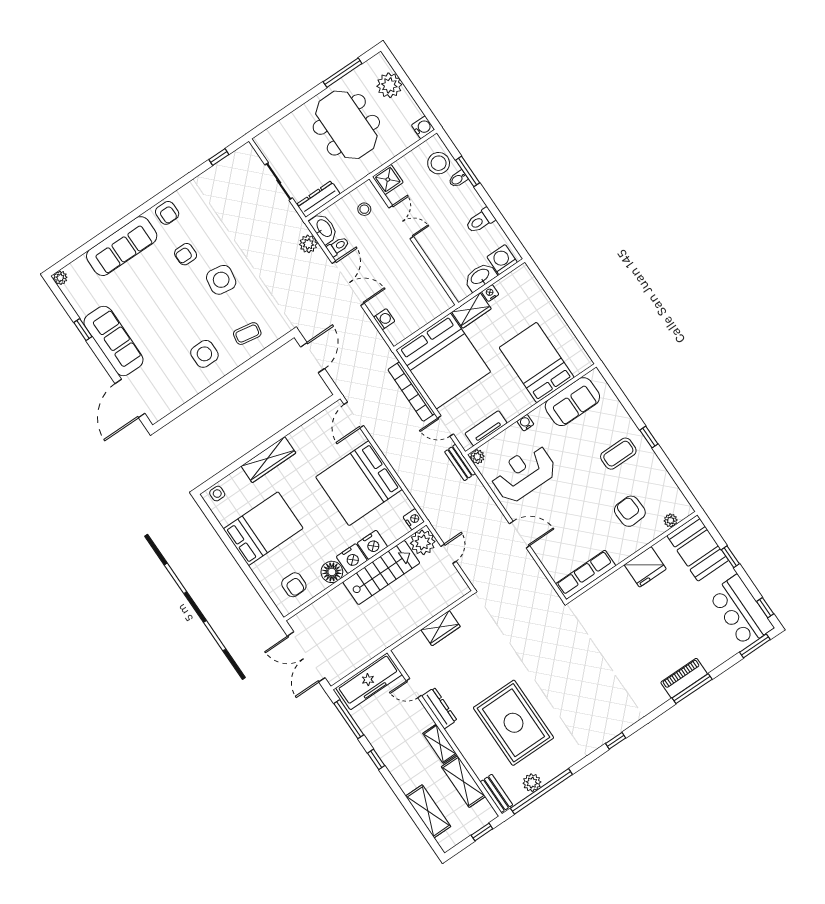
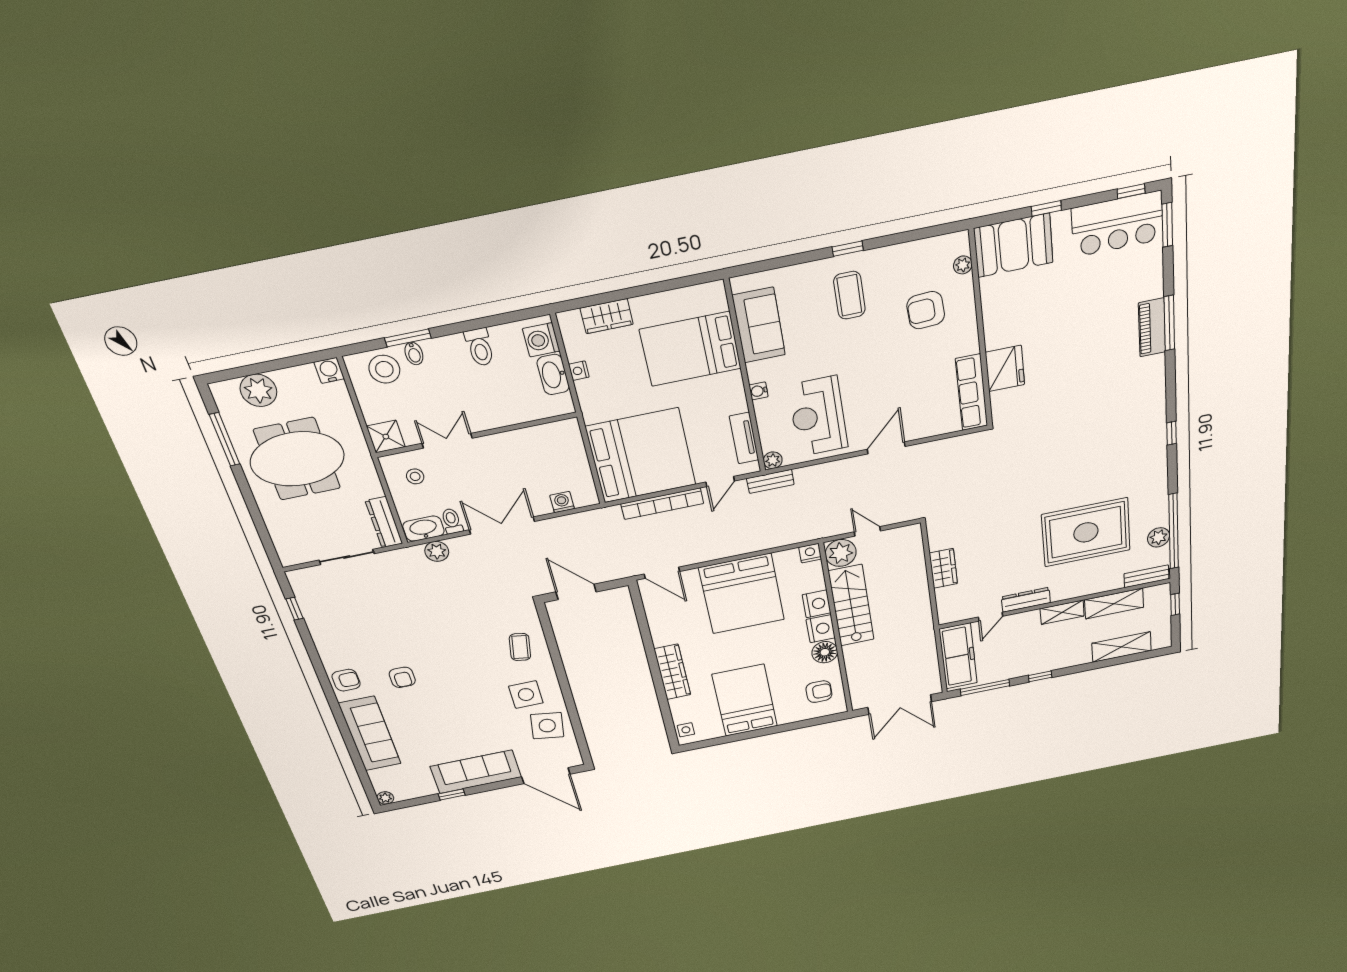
side table: (221, 280) -> (547, 726), moved
wardrobe: (471, 310) -> (607, 316), moved, turned 90
fridge: (645, 567) -> (1005, 368), moved

